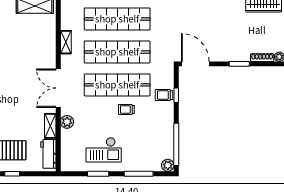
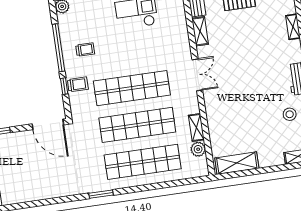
double door: (58, 88) -> (197, 75), width x0.73
trolley: (126, 109) -> (85, 50), moved
plant: (67, 122) -> (198, 149), moved
window: (176, 144) -> (58, 48), moved

